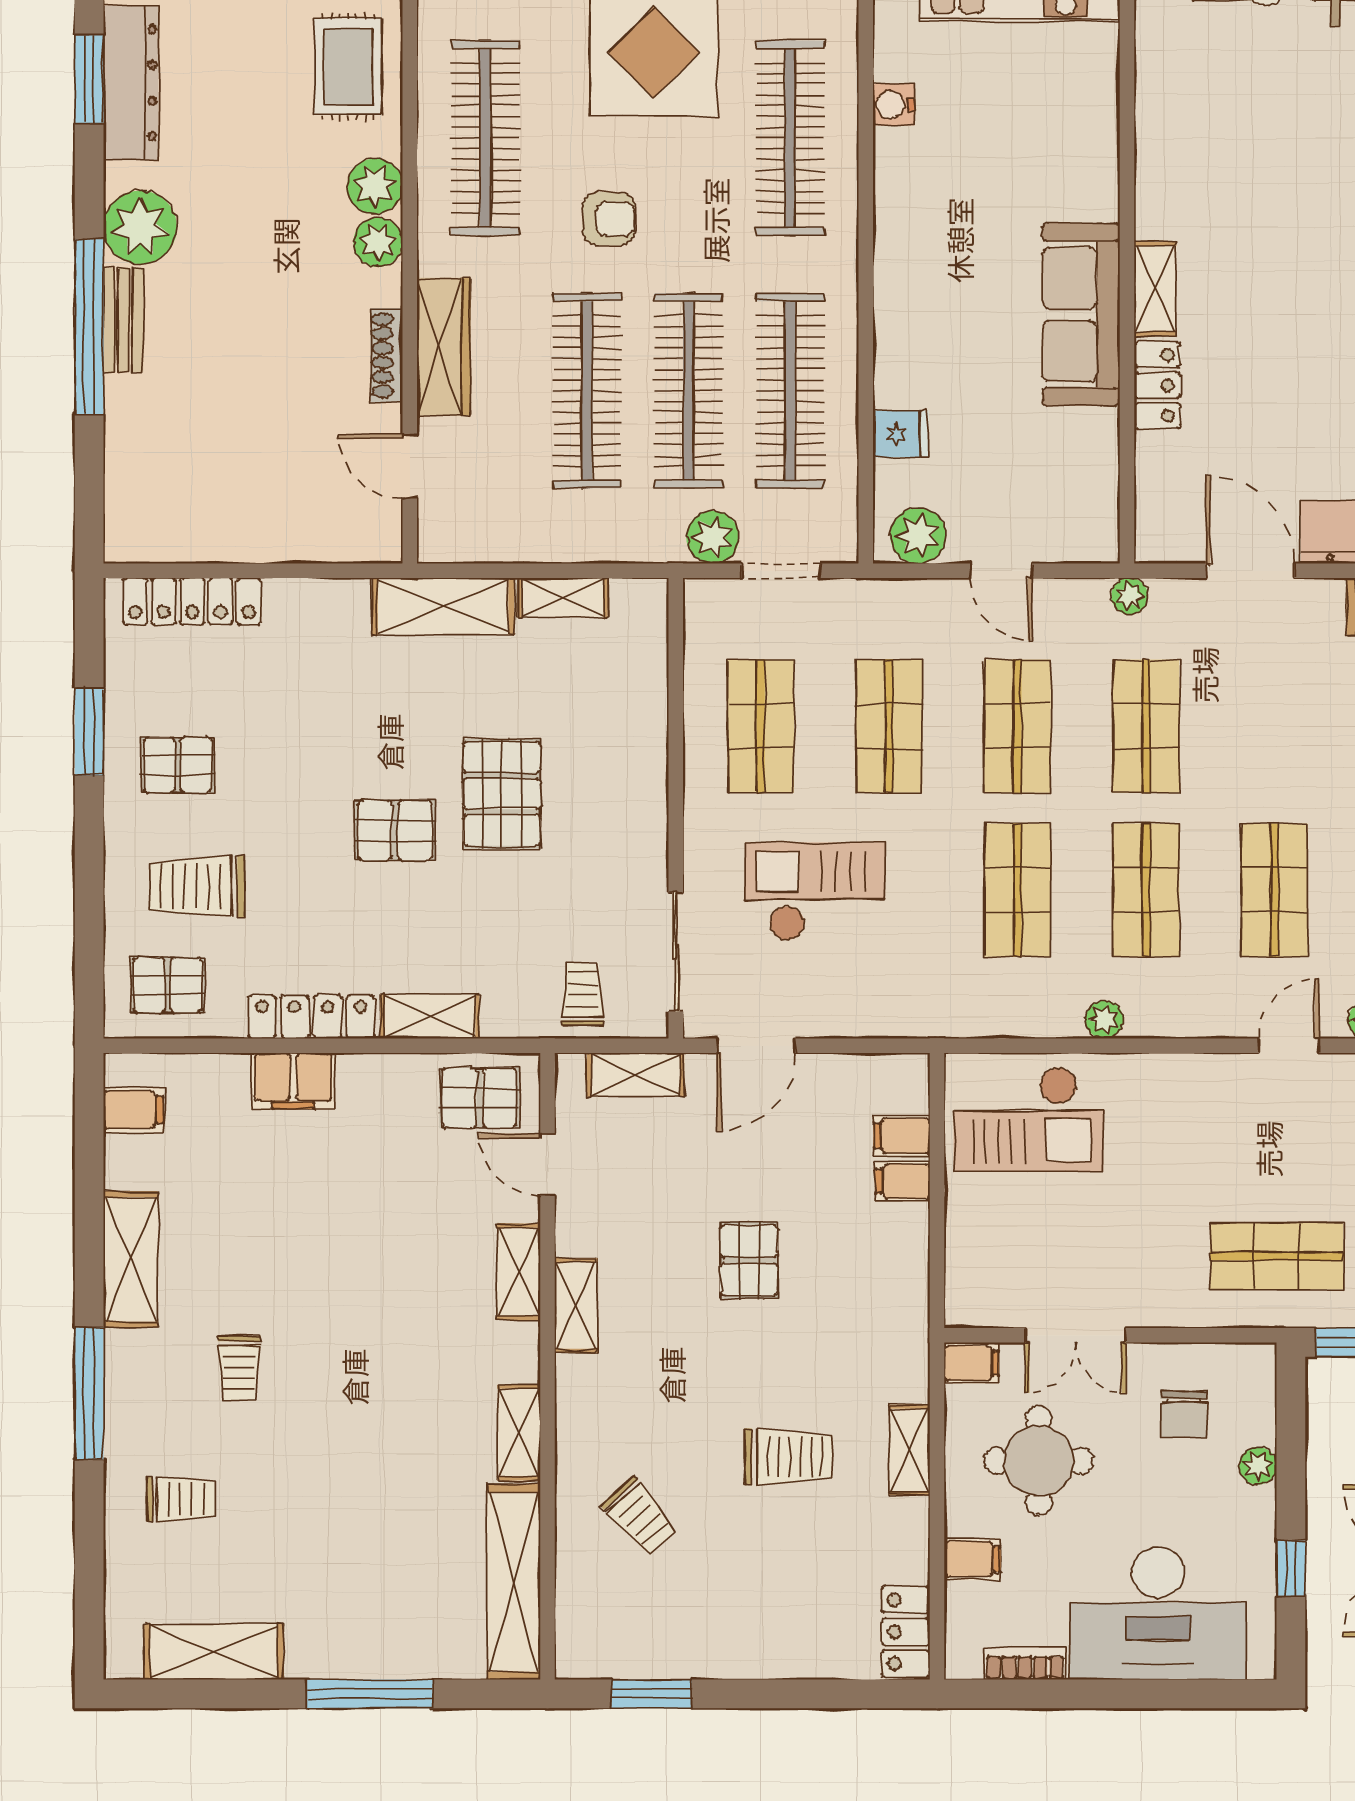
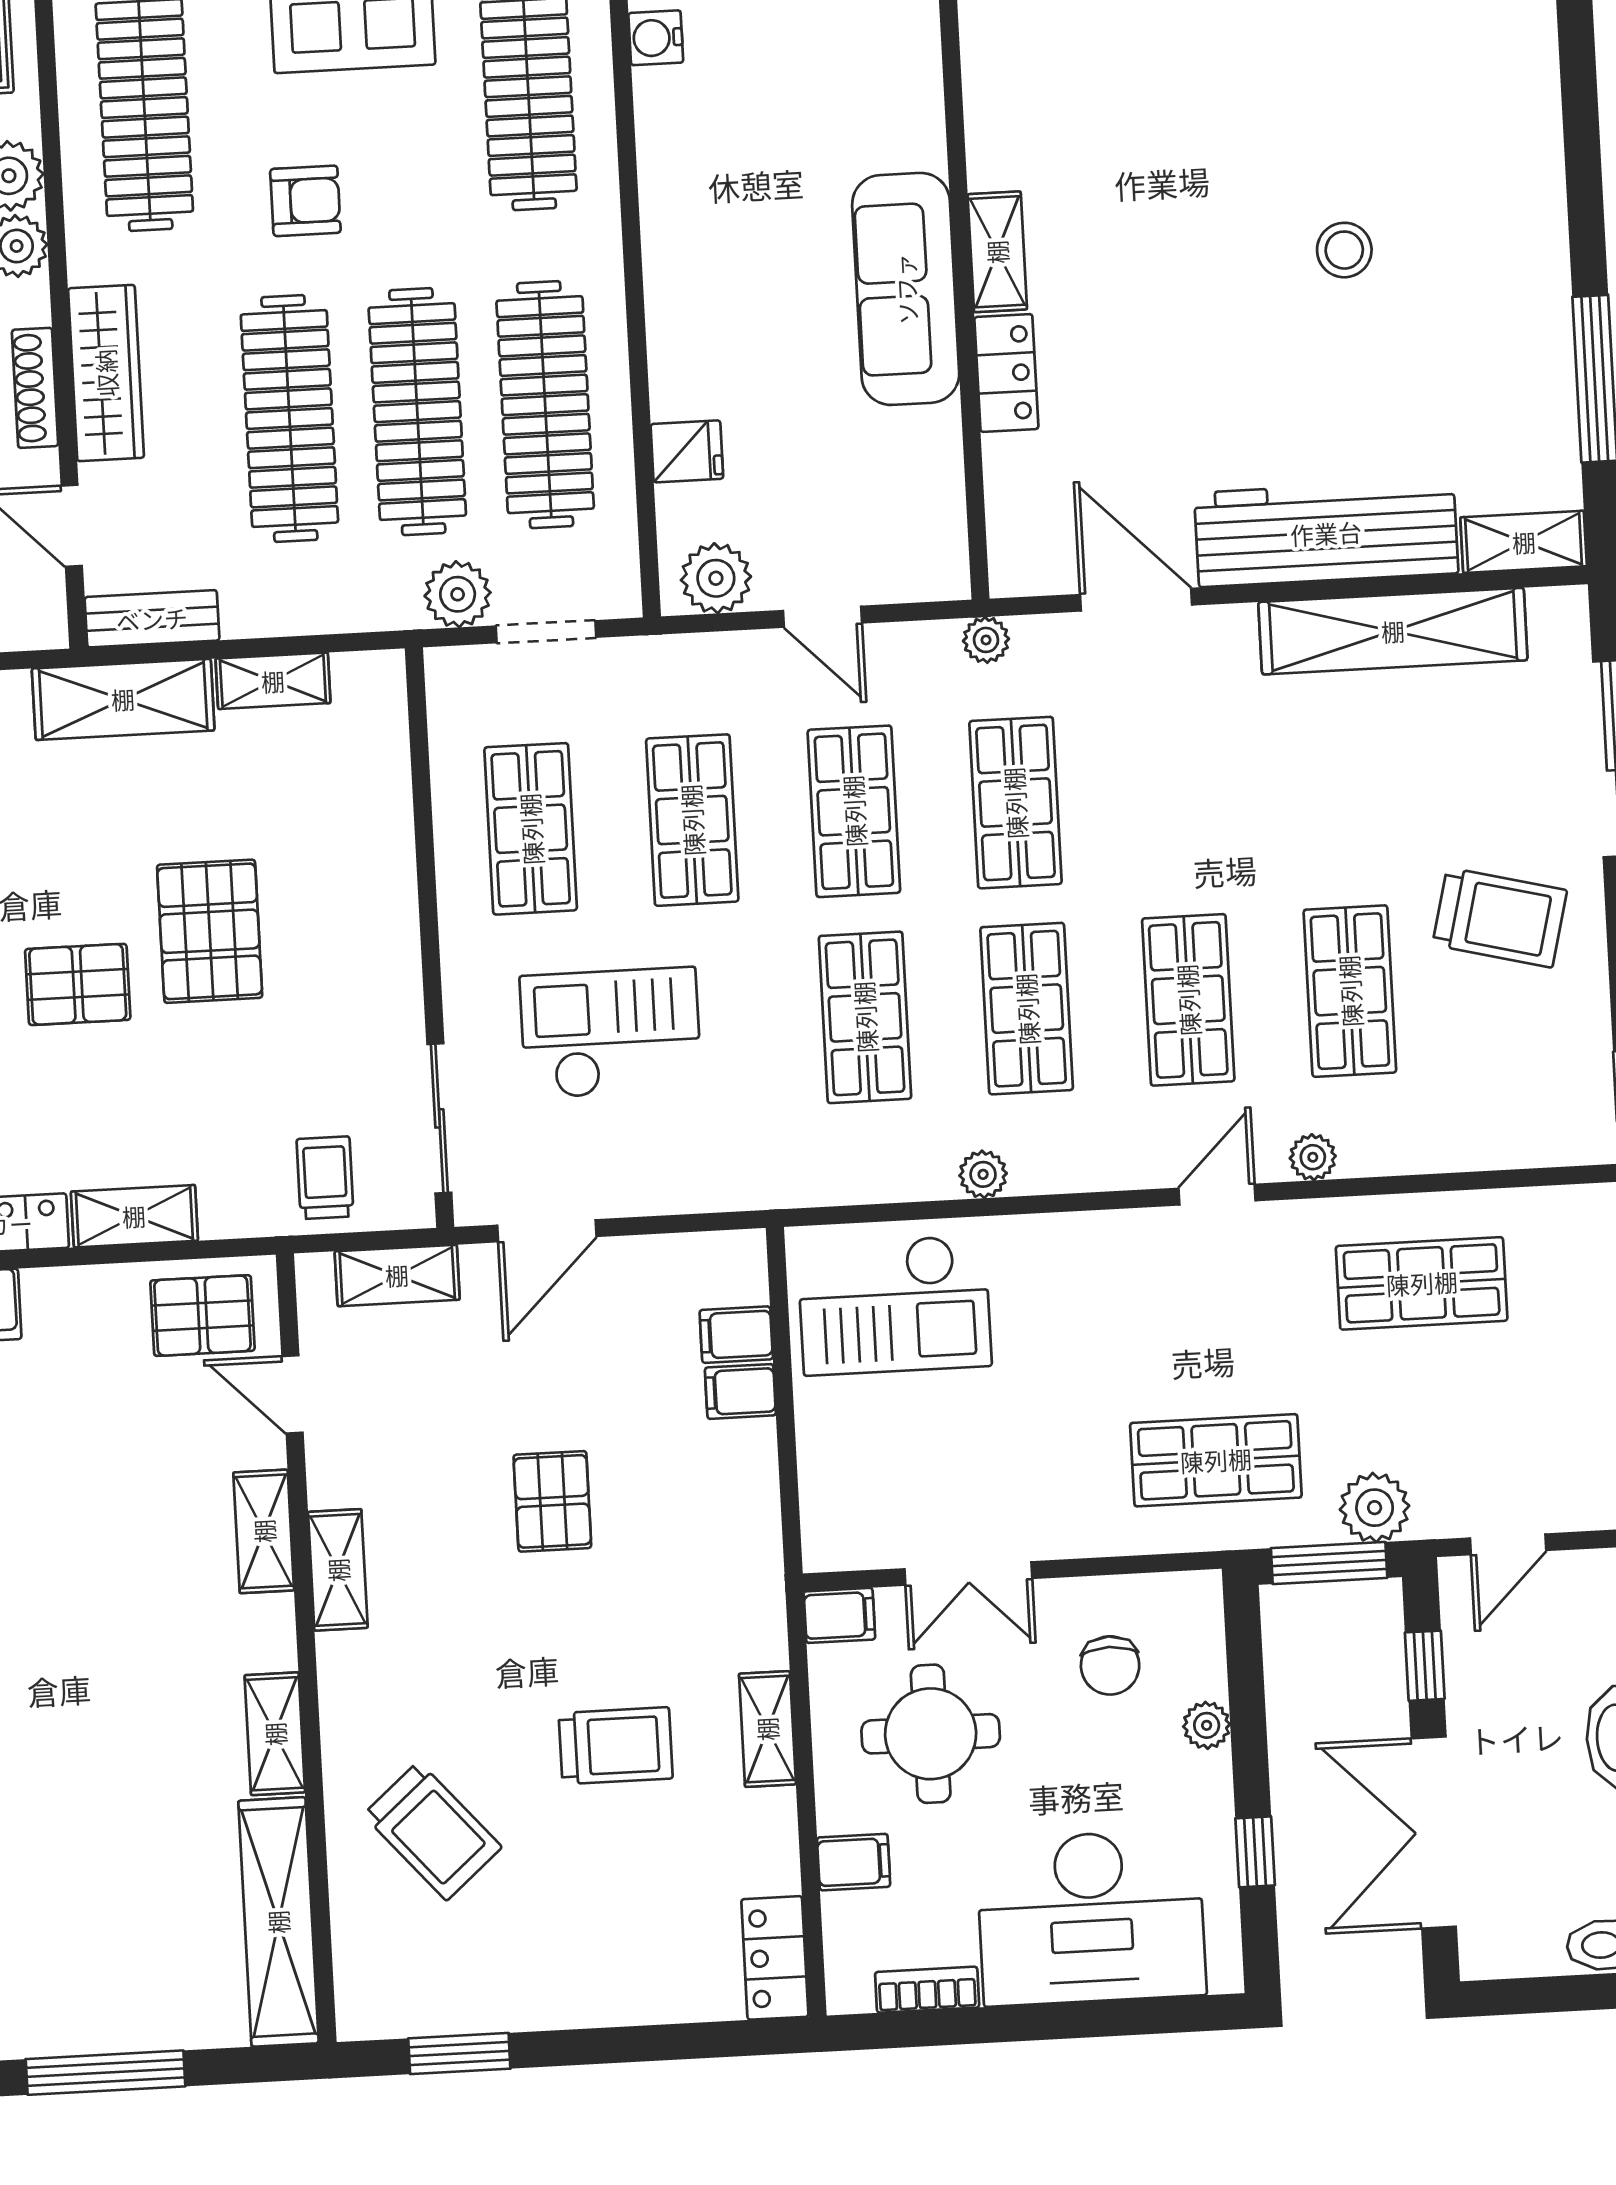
bench: (469, 543) -> (152, 619), added
trolley: (640, 1516) -> (433, 1831), width x1.36, depth x1.39

